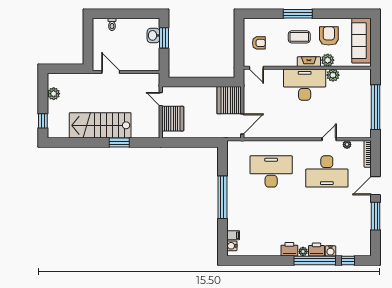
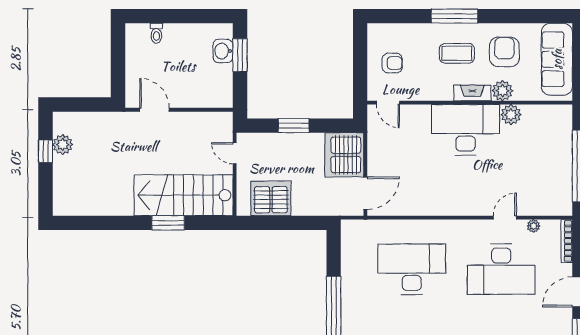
window: (197, 82) -> (294, 126), added
server rack: (173, 119) -> (271, 198), moved, turned -90
window: (43, 121) -> (46, 151), moved
stairs: (100, 125) -> (184, 195), moved

